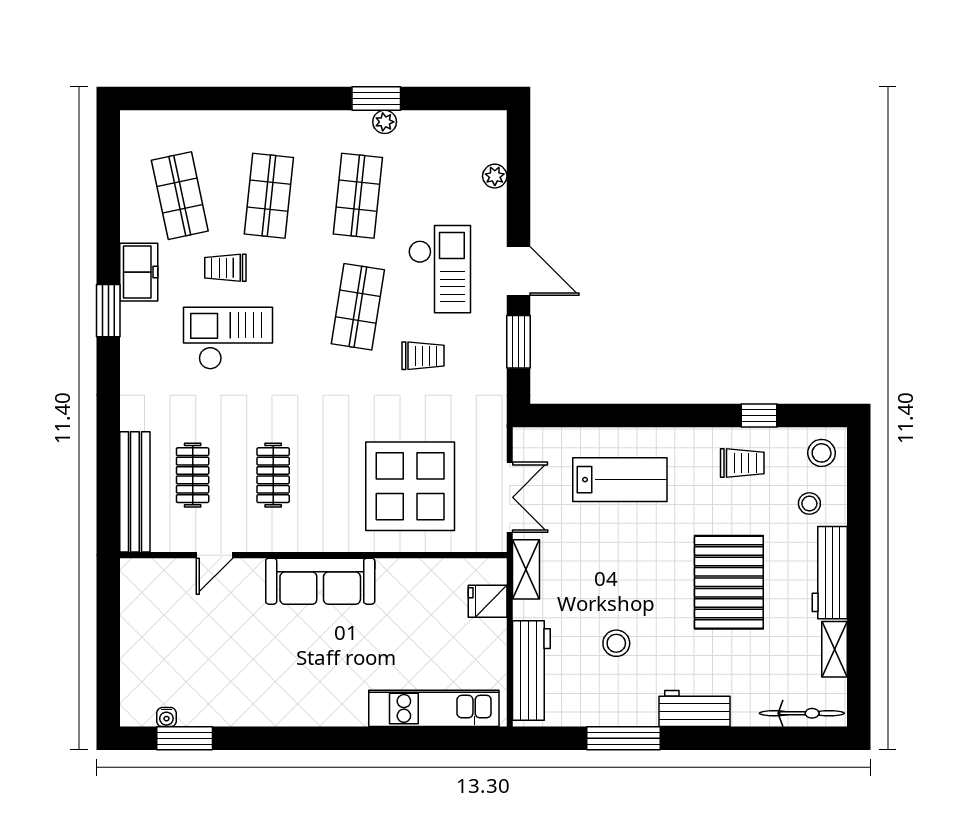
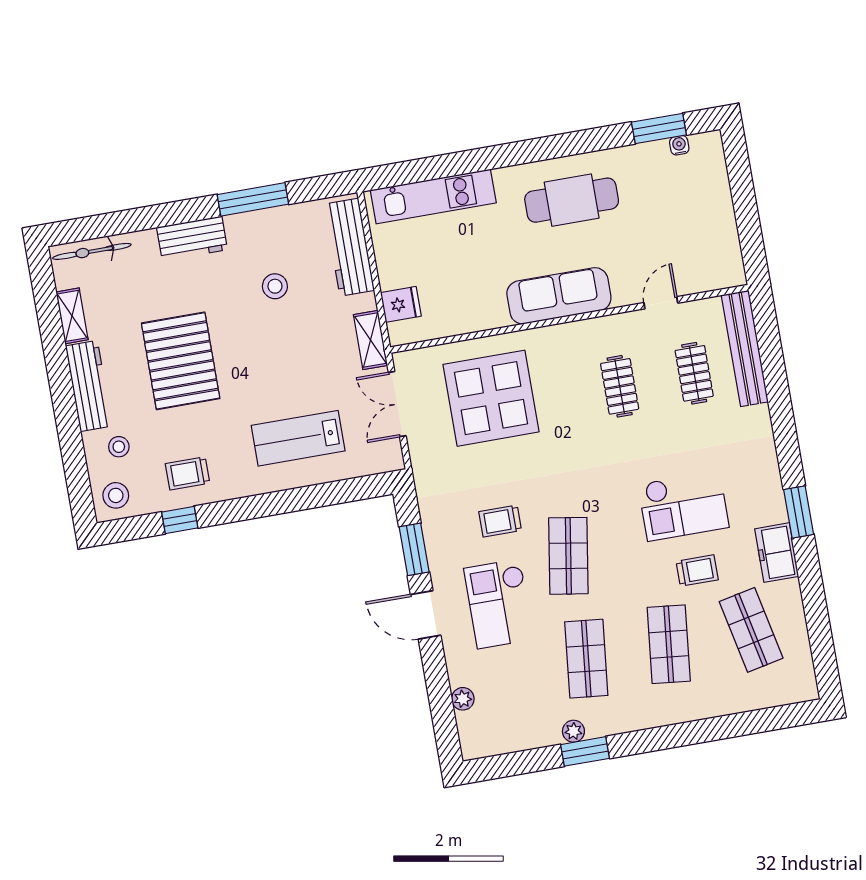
cafe table: (289, 679) -> (572, 200), added

